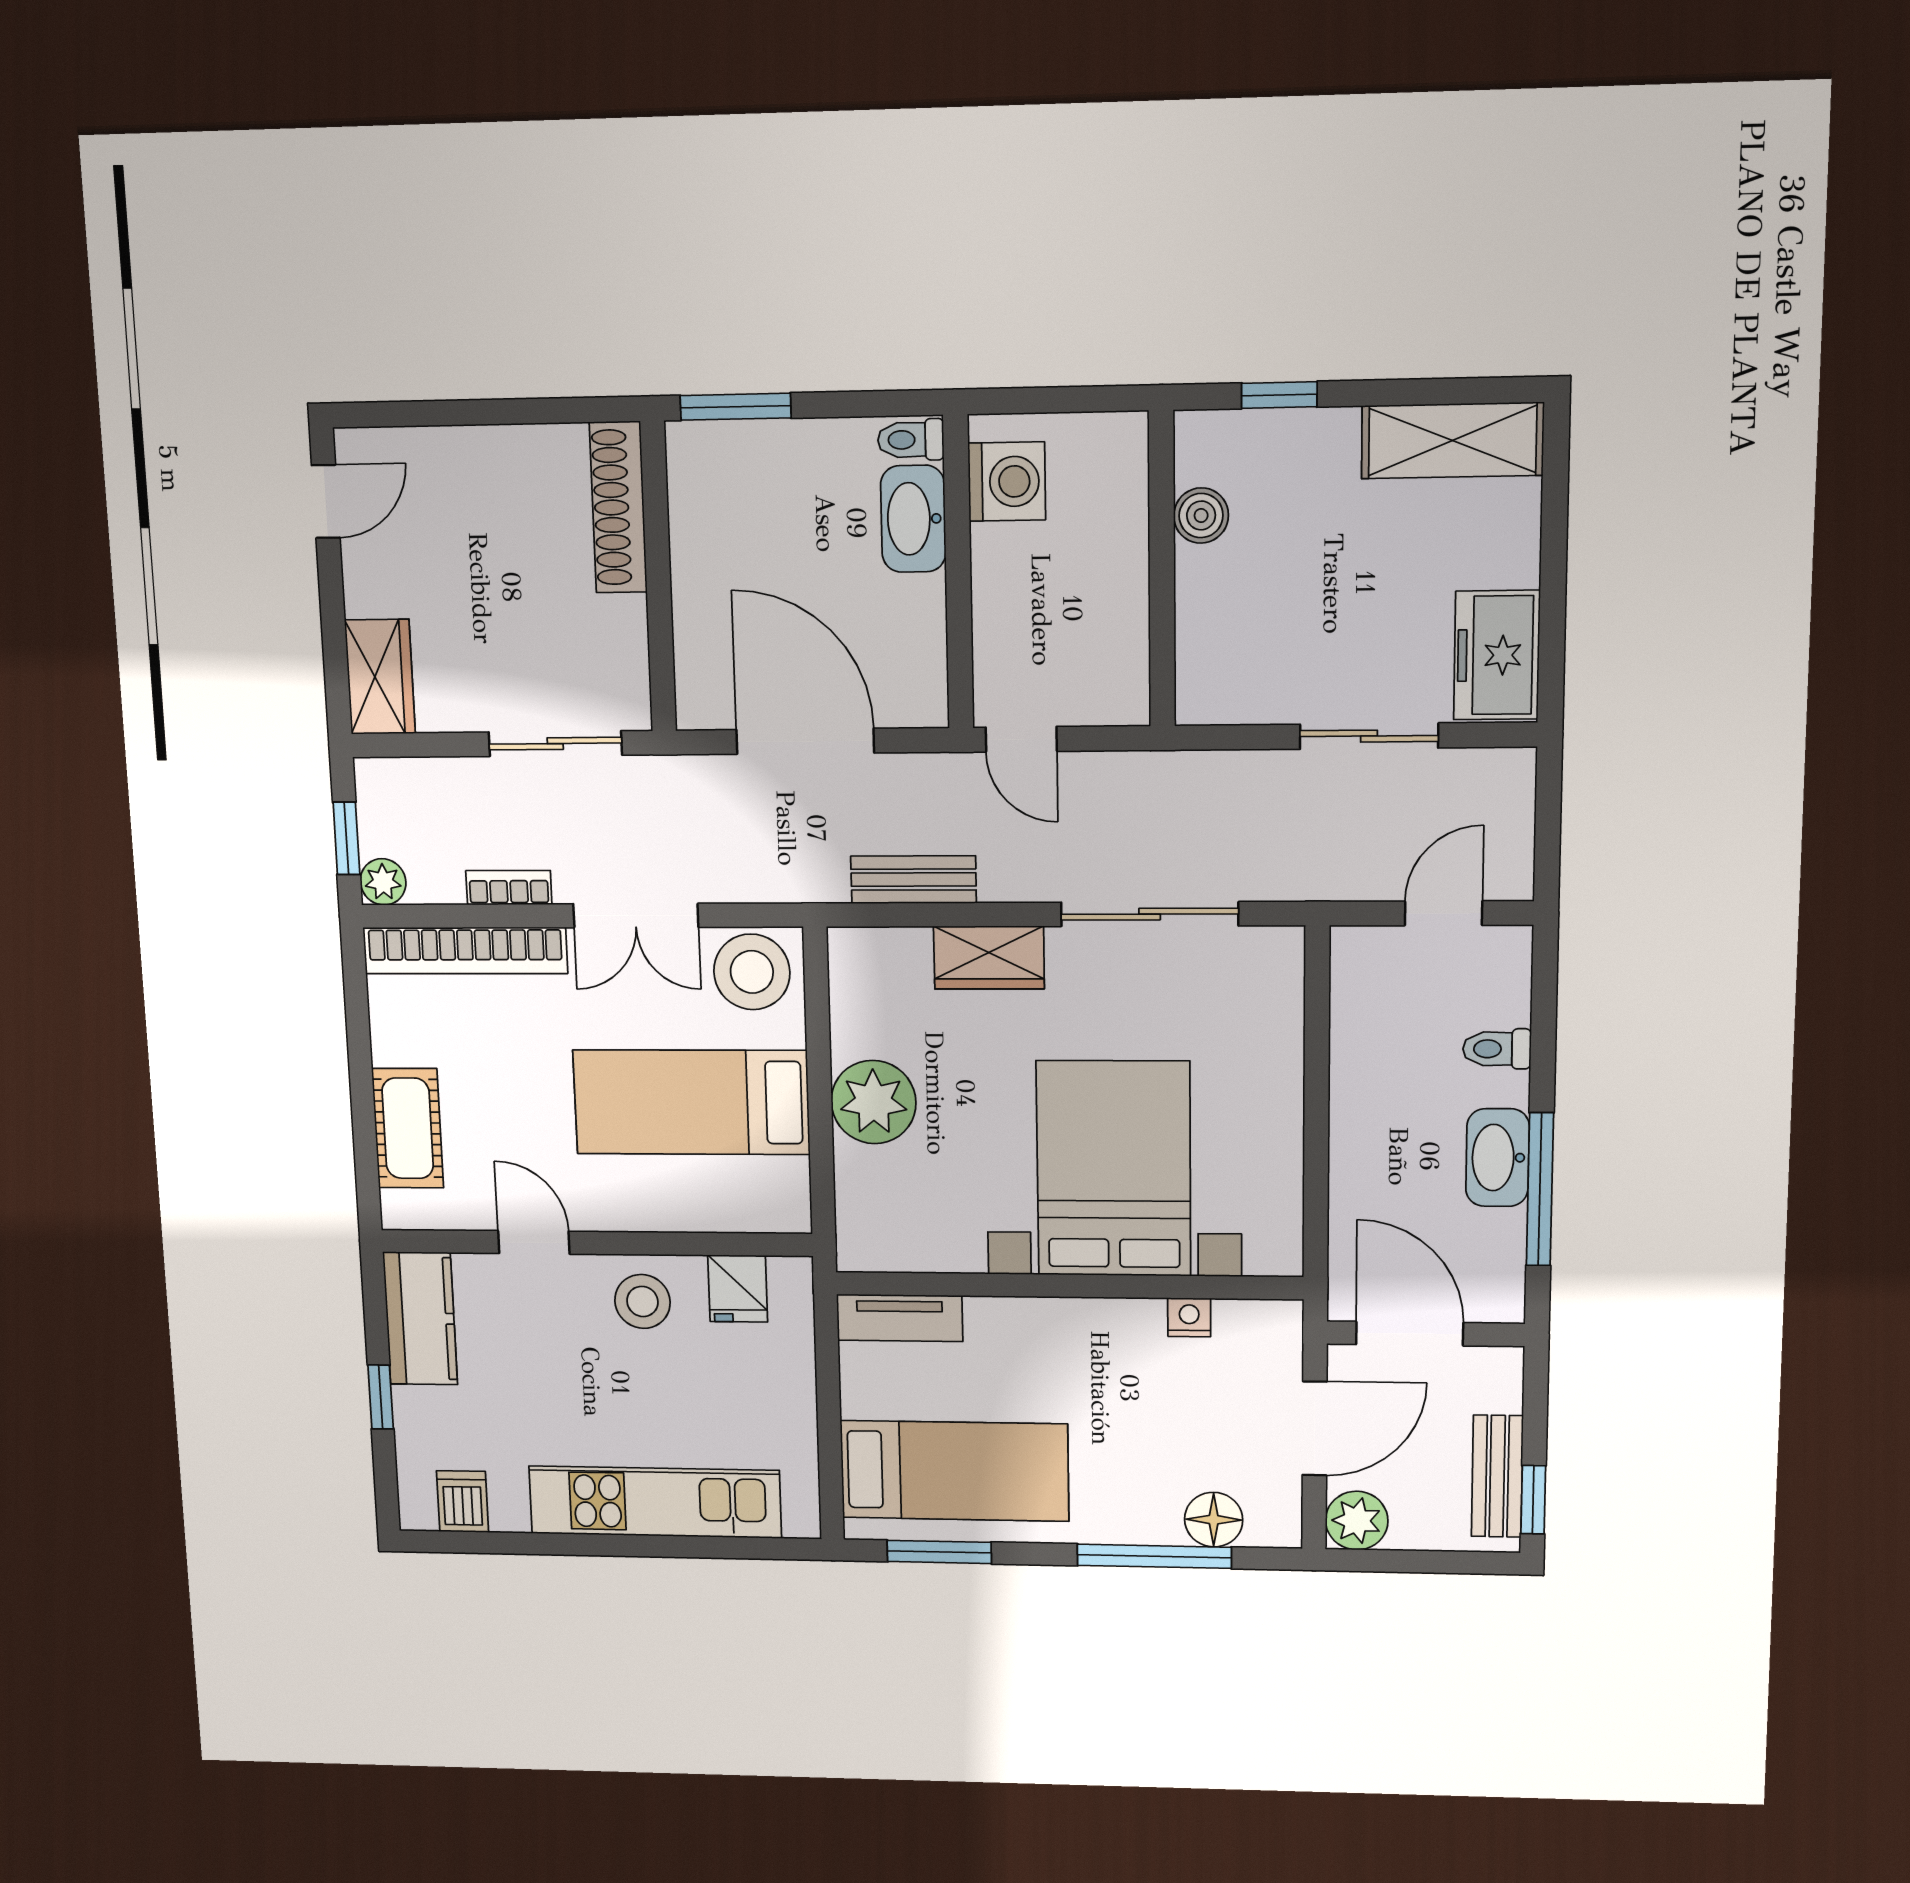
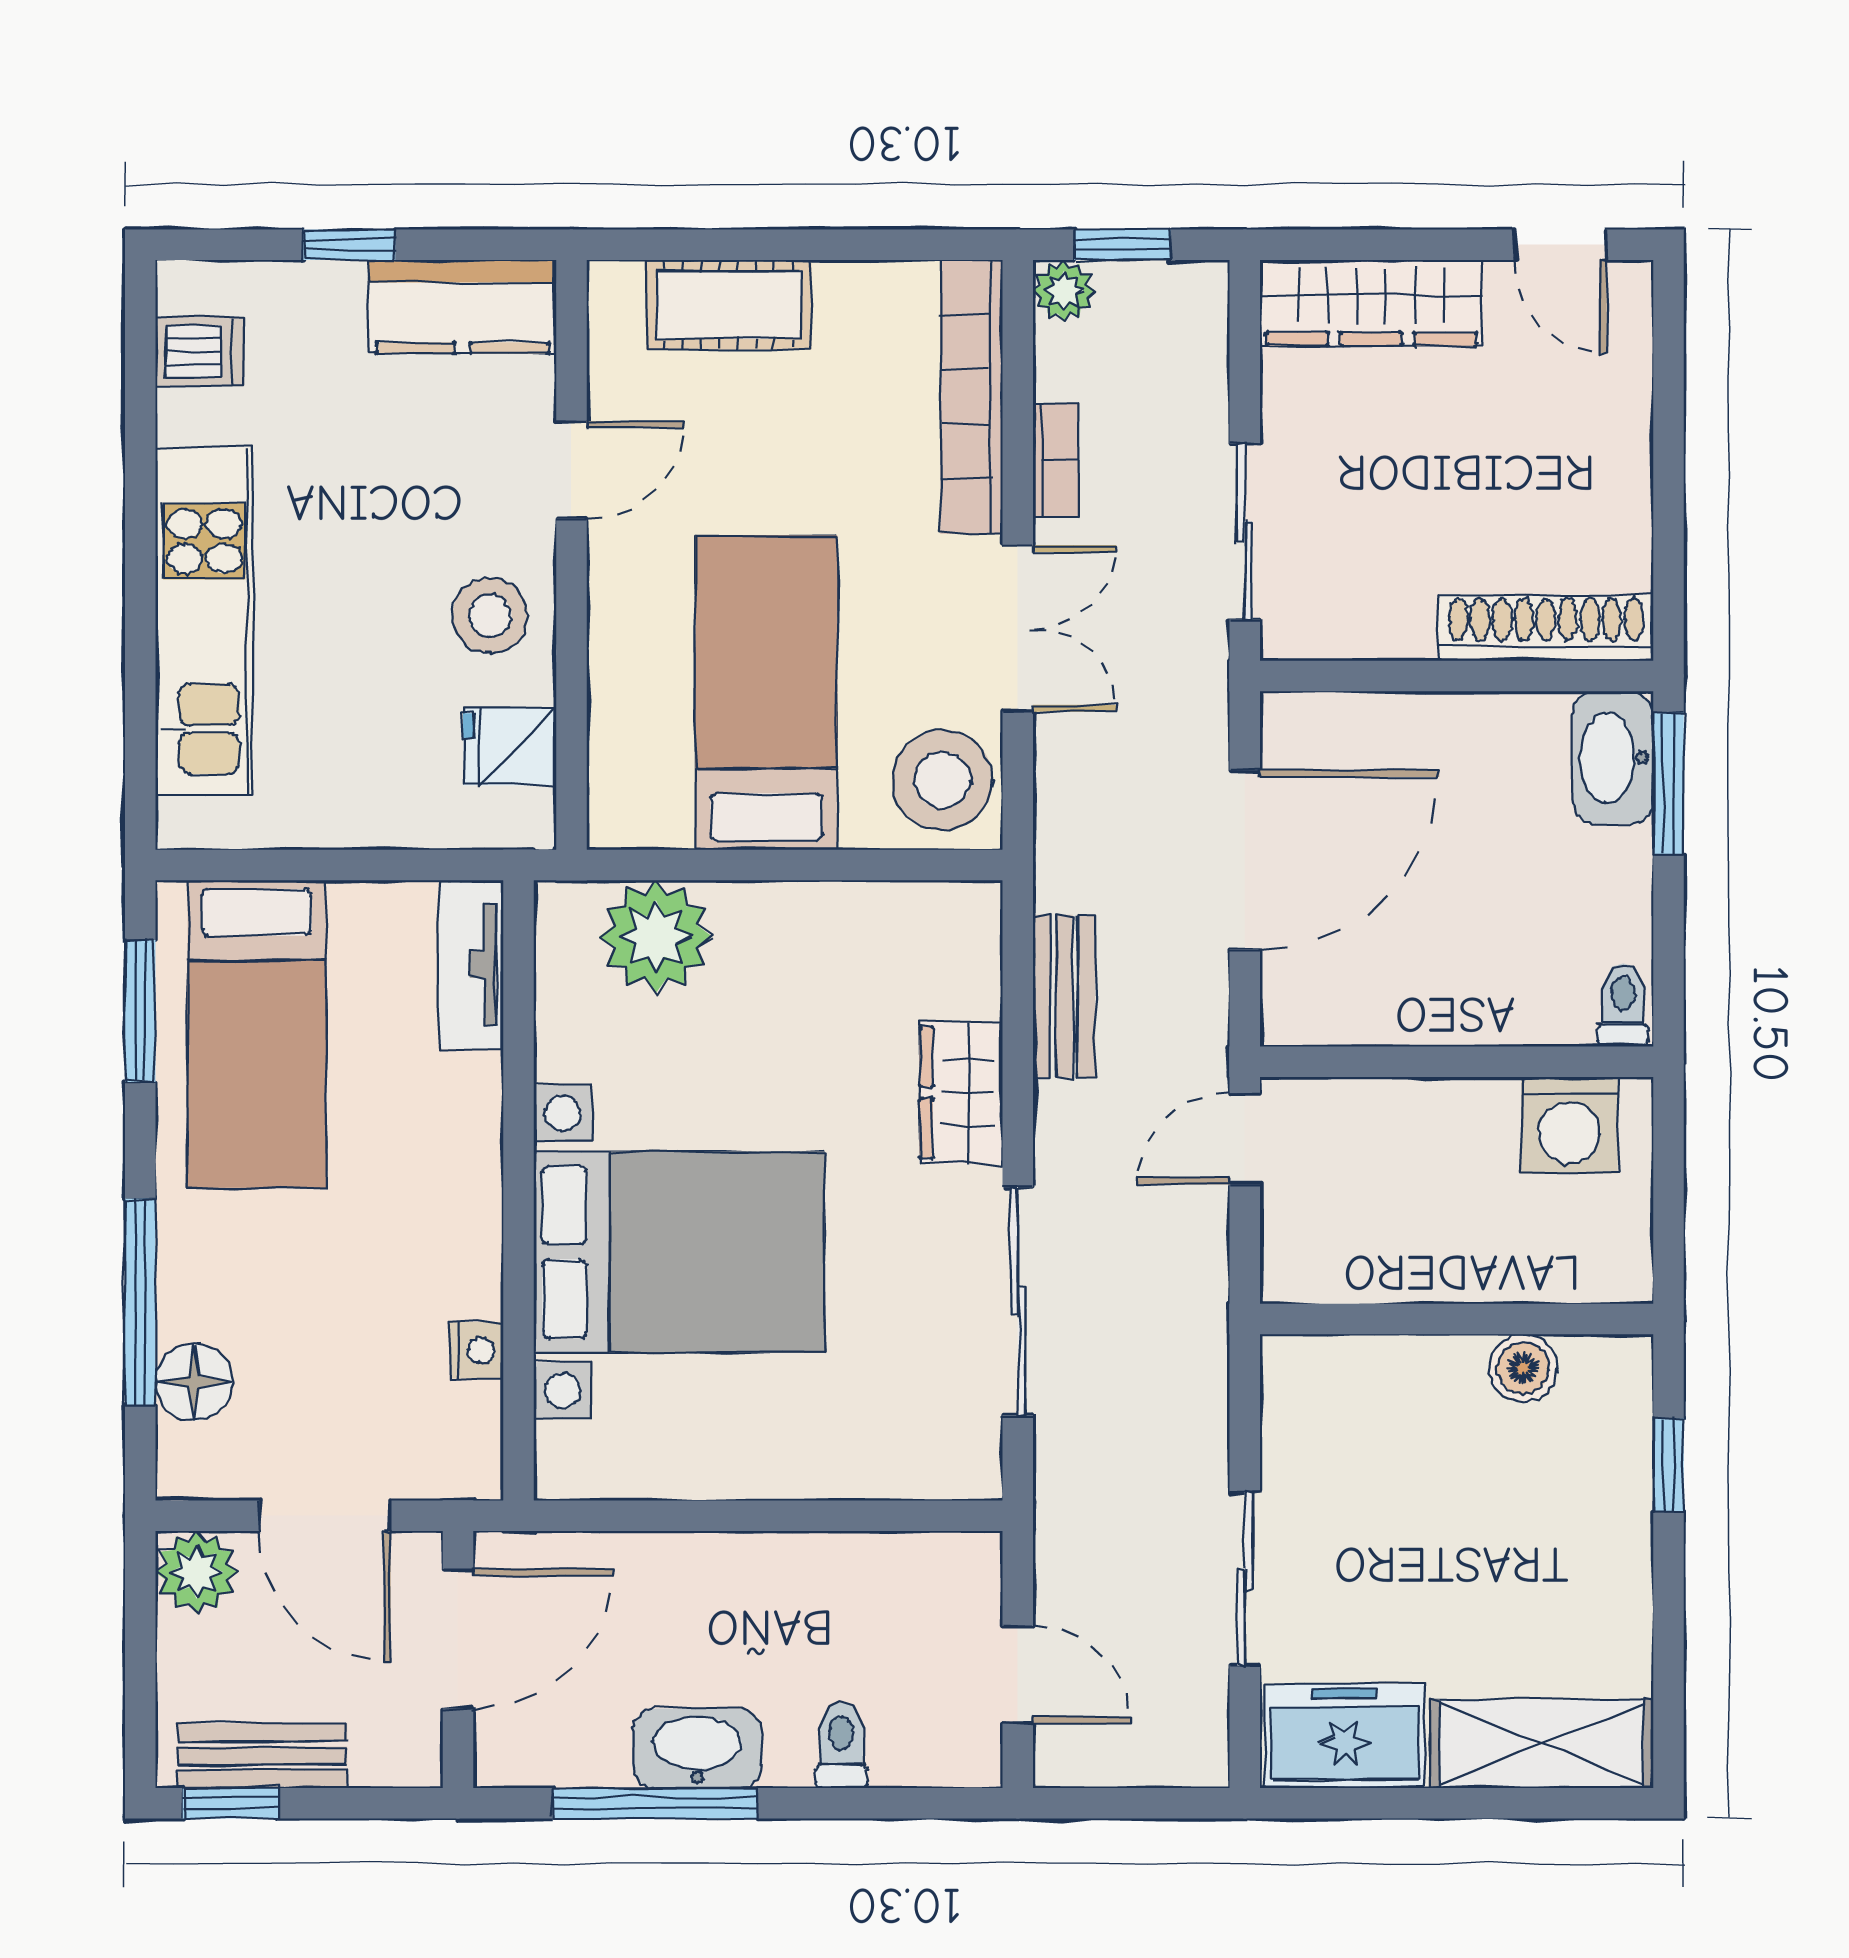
shelving: (1452, 440) -> (1541, 1744), moved, turned 90
washbasin: (913, 519) -> (1613, 757), moved, turned -90
wardrobe: (380, 677) -> (1371, 303), width x1.50
double door: (636, 916) -> (1018, 628), swing flipped
plant: (874, 1102) -> (656, 937), moved

